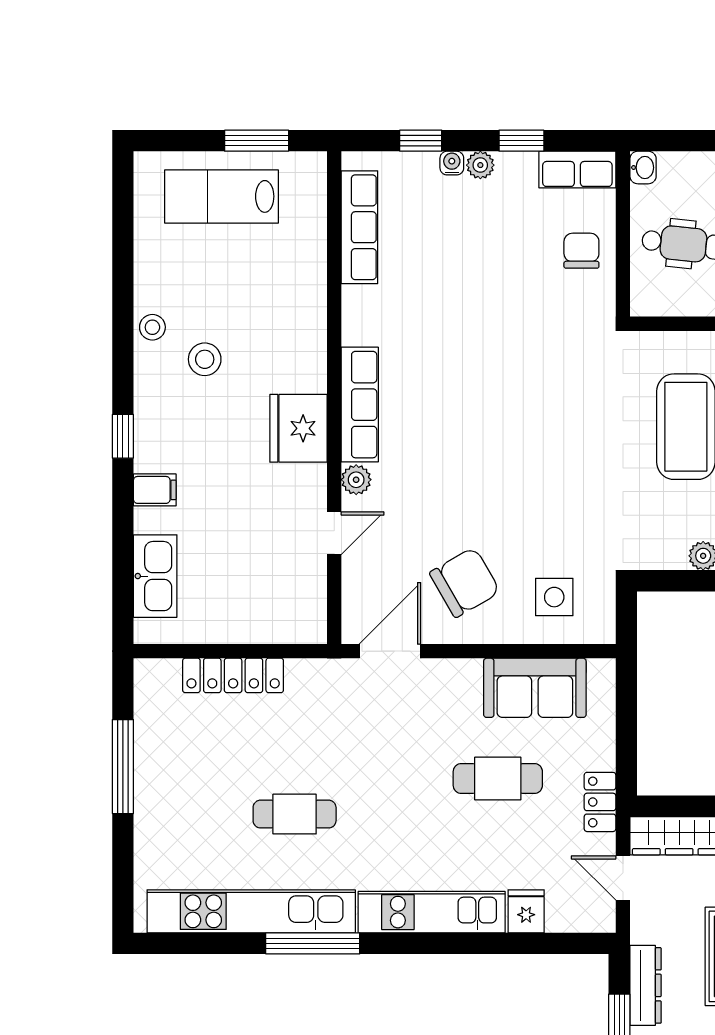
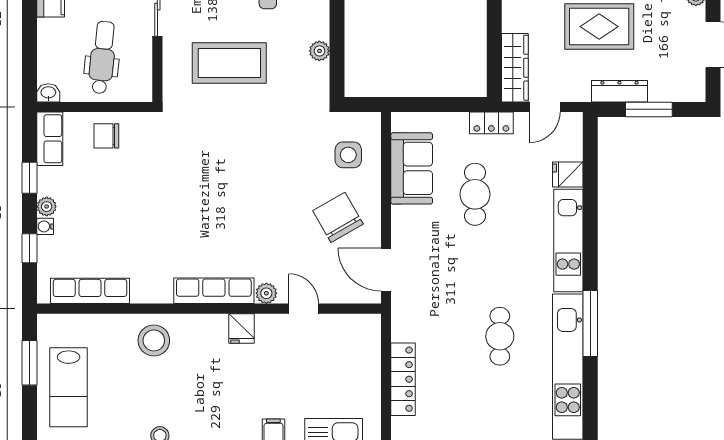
stool: (205, 359) -> (154, 340), moved, width x1.38, depth x1.38
fridge: (298, 428) -> (242, 328), width x0.53, depth x0.75

